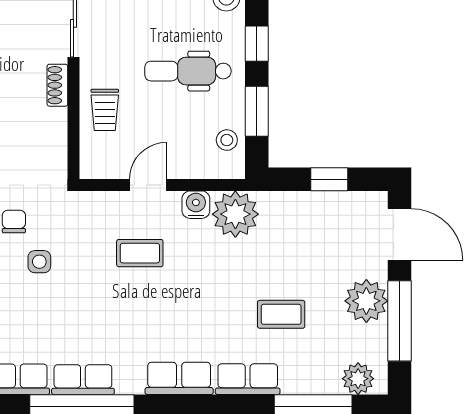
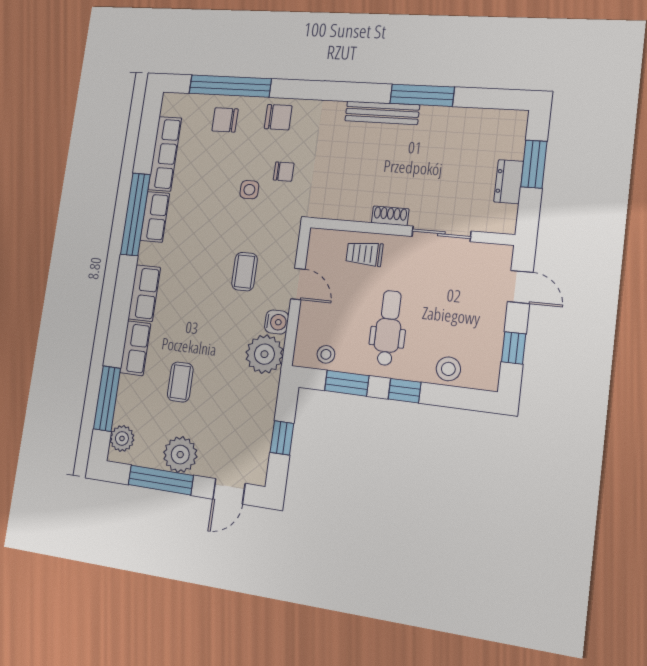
door: (399, 234) -> (229, 491), width x0.73

